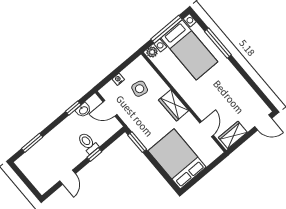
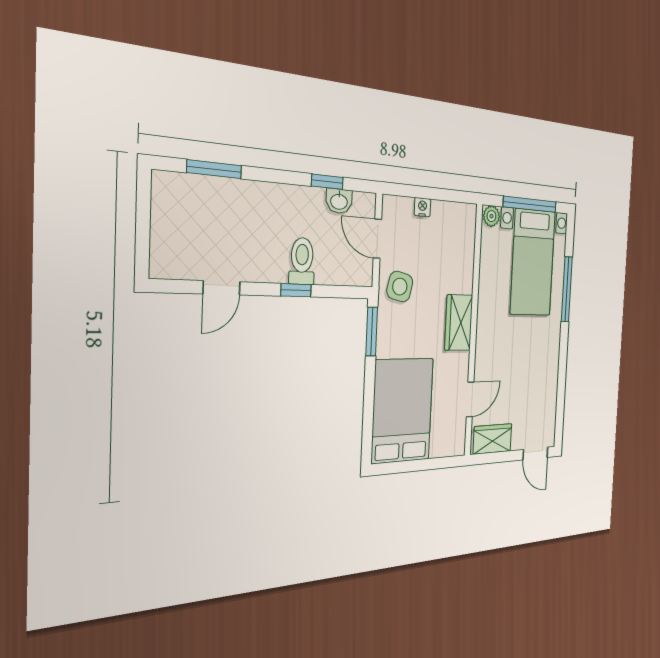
side table: (140, 89) -> (400, 287), moved

